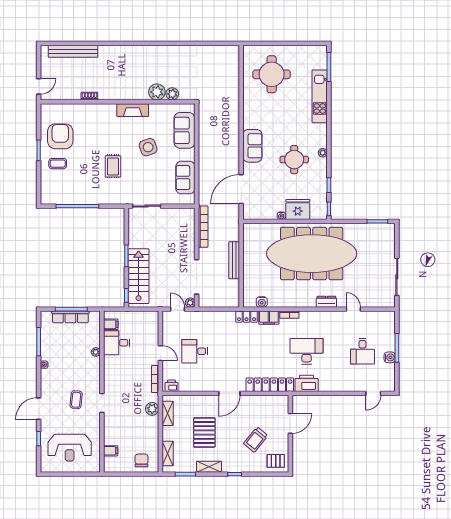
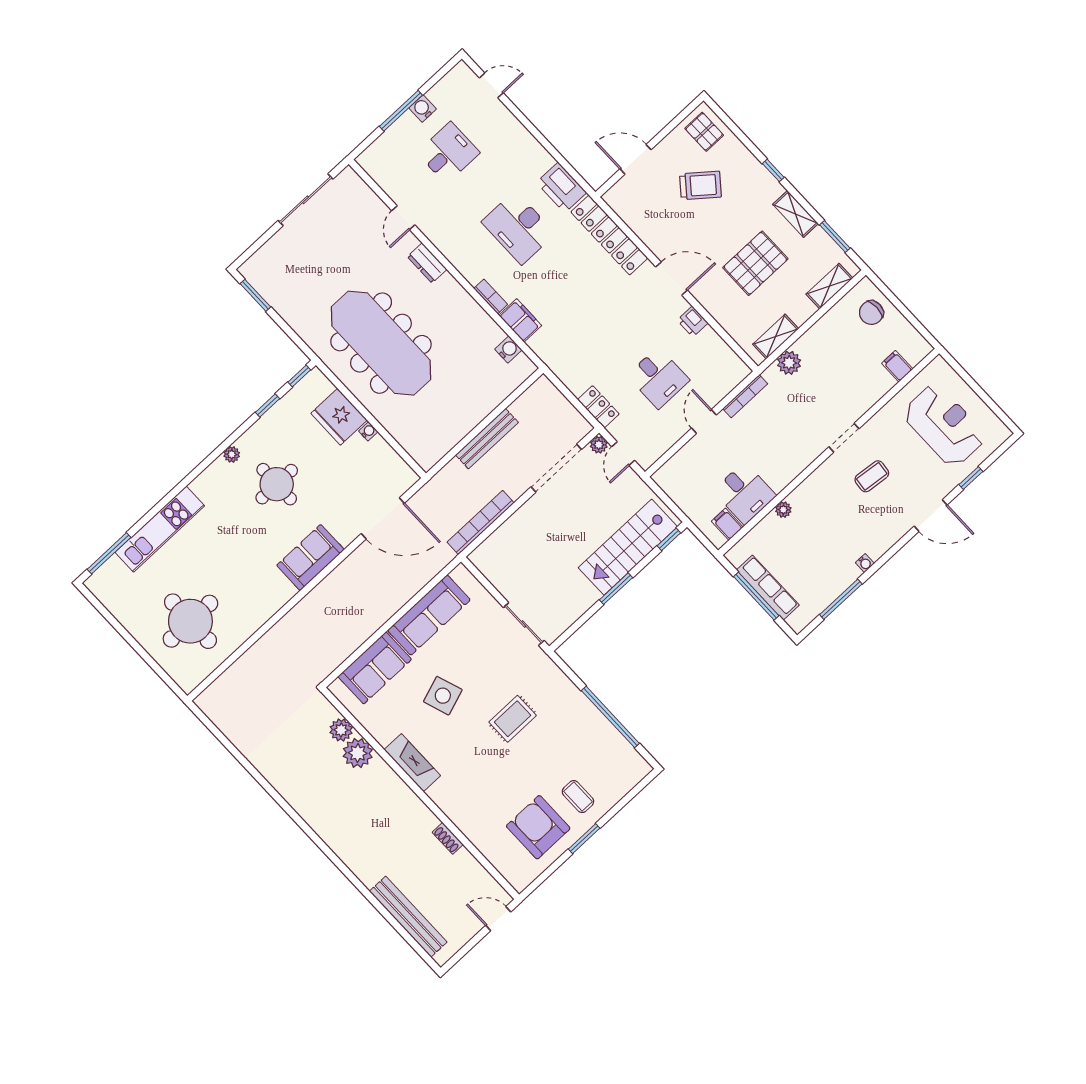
armchair: (60, 136) -> (538, 827), turned 90
sofa: (185, 178) -> (429, 615), width x1.36
meeting table: (312, 254) -> (381, 343), width x0.73, depth x0.79
locker: (247, 317) -> (598, 407), moved
printer: (172, 386) -> (693, 322), moved

